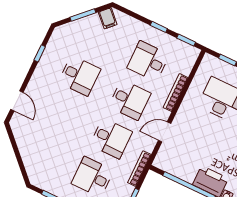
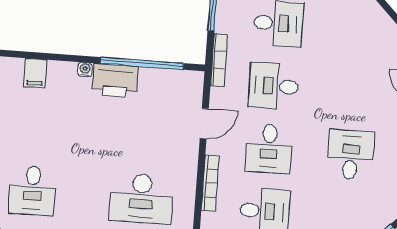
desk: (79, 76) -> (351, 155), turned 90
desk: (130, 100) -> (269, 149), turned -90

